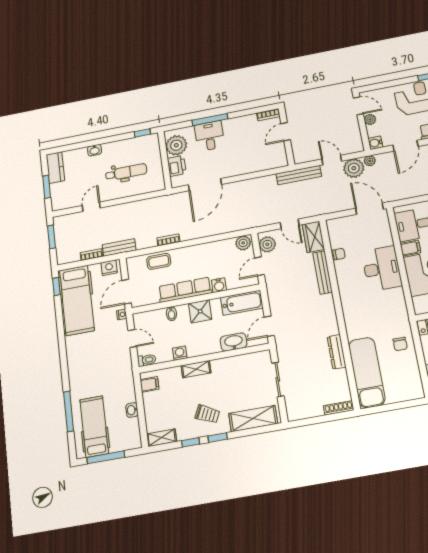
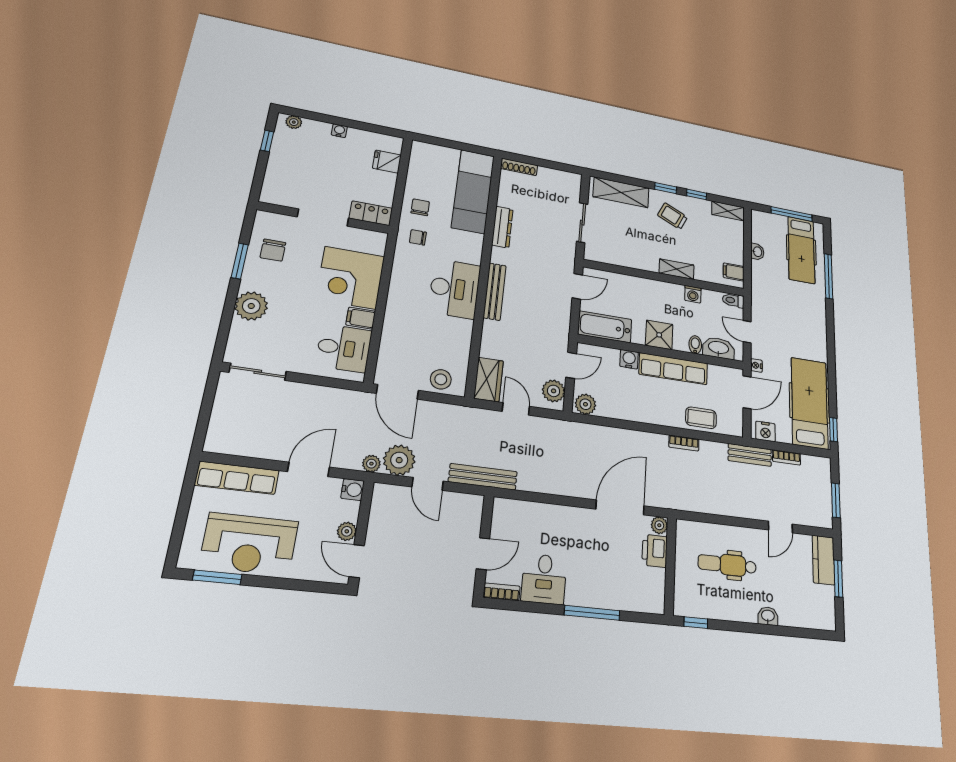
desk: (209, 136) -> (544, 579), moved
plant: (176, 145) -> (659, 525), moved, width x0.53, depth x0.53
kitchen counter: (55, 168) -> (824, 560), moved
stool: (345, 226) -> (441, 379), added
chair: (339, 254) -> (418, 237), moved
desk: (382, 269) -> (455, 289), moved, turned 180
bench: (323, 272) -> (495, 292), moved
washbasin: (234, 342) -> (718, 348), moved, turned 180

